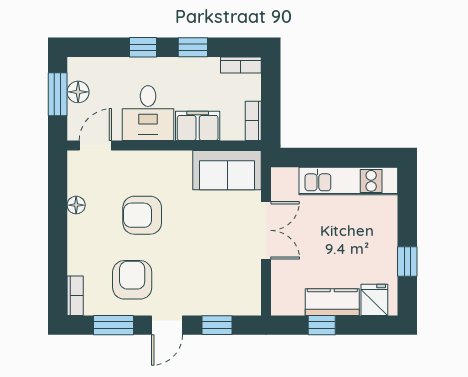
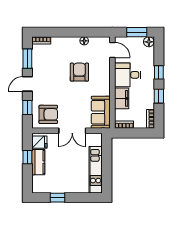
floor lamp: (78, 92) -> (149, 42), moved
armchair: (132, 280) -> (48, 114), moved
fridge: (374, 300) -> (39, 142), moved
door: (167, 325) -> (27, 84), hinge flipped

